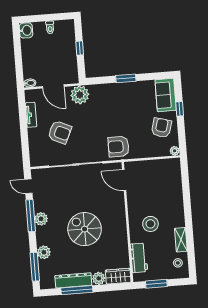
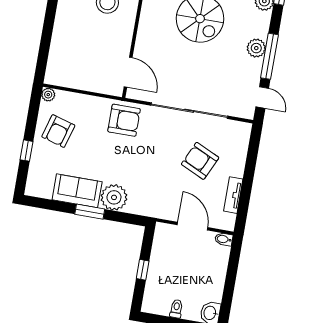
plant: (80, 95) -> (114, 197), moved
sofa: (166, 95) -> (77, 191), moved, turned -90

